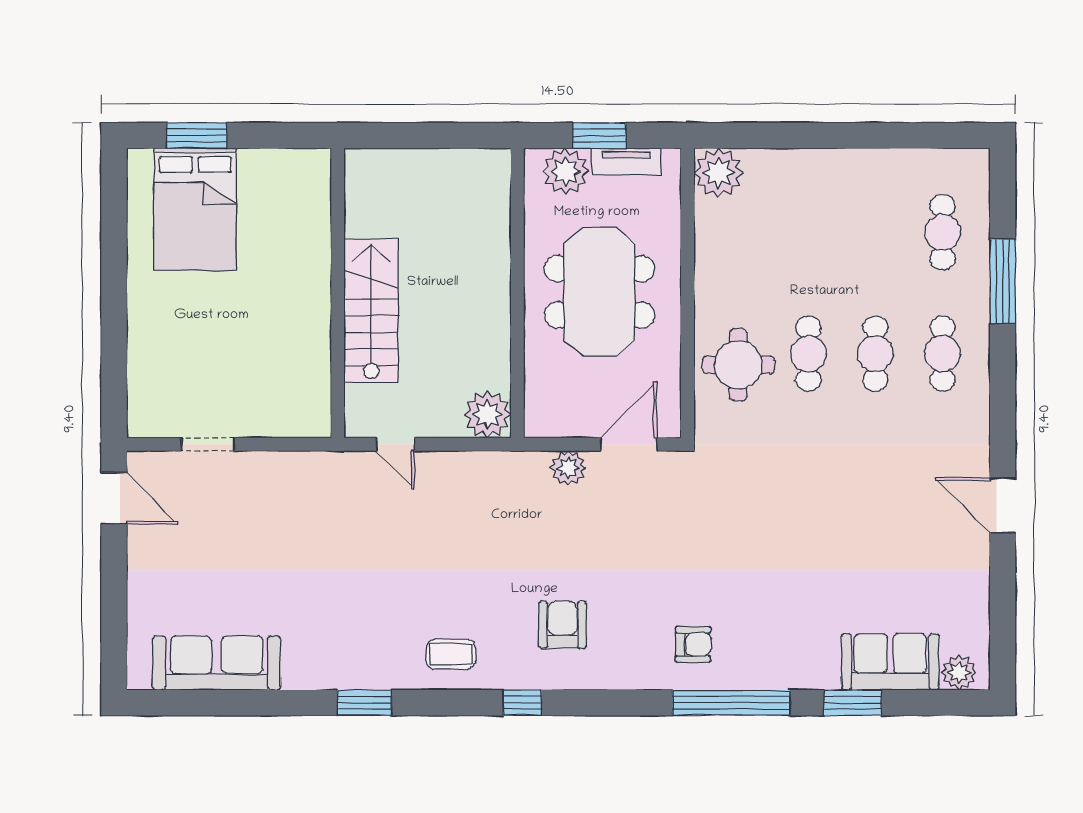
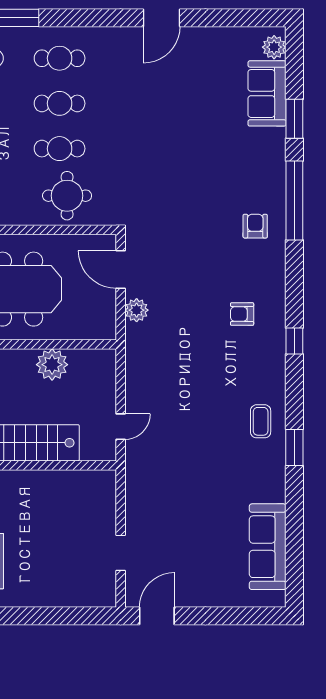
plant: (487, 414) -> (52, 365), moved
armchair: (562, 625) -> (242, 314), width x0.72, depth x0.72
coffee table: (451, 654) -> (261, 421), moved

